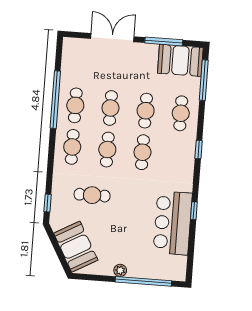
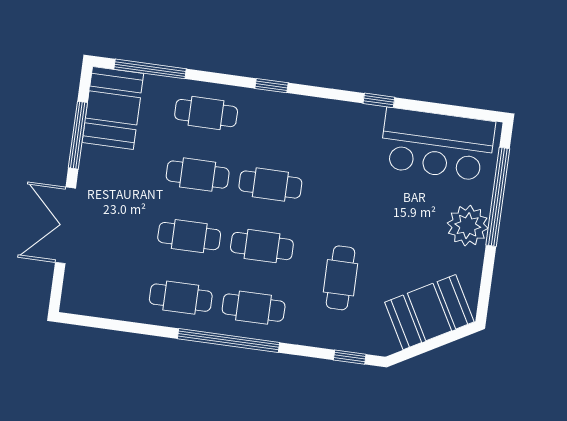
window: (55, 100) -> (229, 341), moved
bar counter: (173, 223) -> (437, 144), moved
plant: (120, 270) -> (468, 226), width x1.88, depth x1.88

